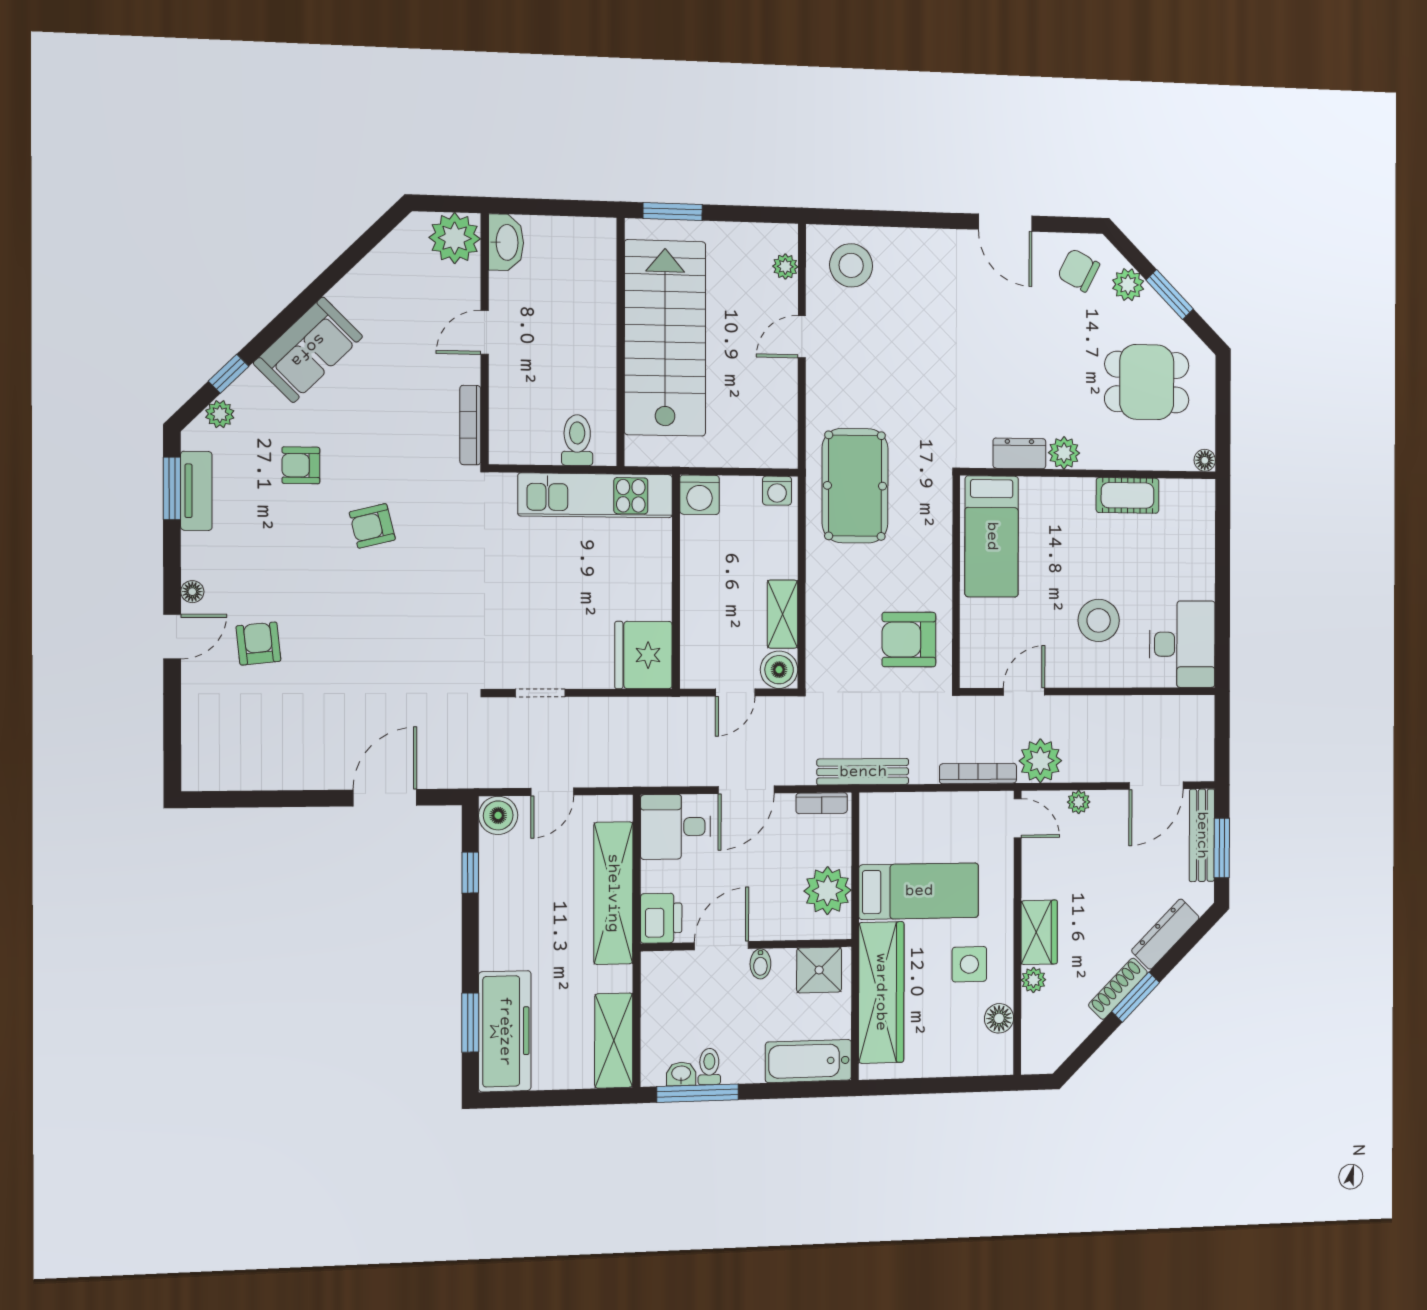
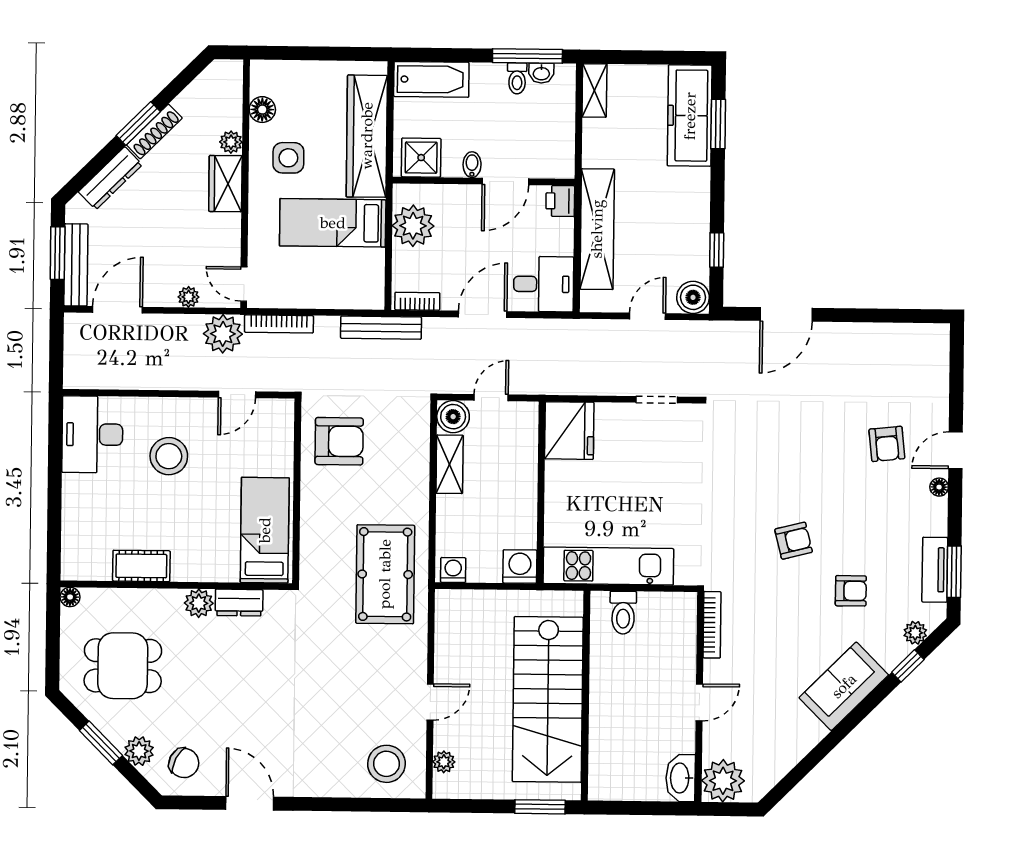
printer: (661, 918) -> (560, 201), width x0.73, depth x0.81
shelving: (614, 1041) -> (594, 91), width x0.67, depth x0.75

